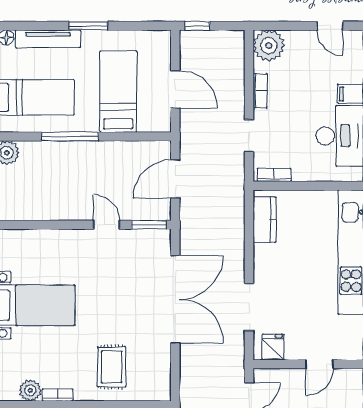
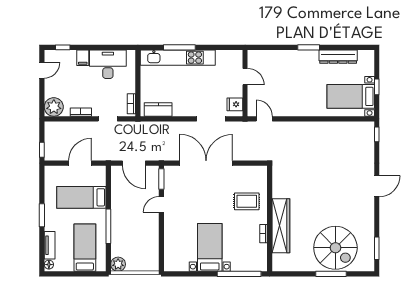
tv unit: (48, 39) -> (50, 245), width x0.71
plant: (30, 390) -> (261, 250), removed

